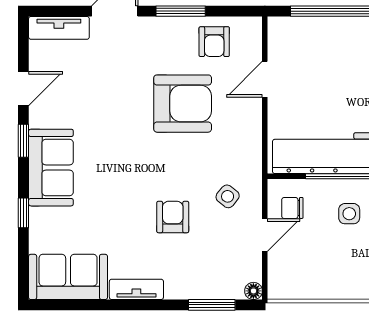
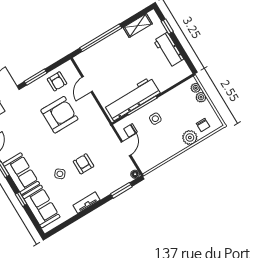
side table: (228, 196) -> (60, 174), moved
sofa: (68, 277) -> (41, 206), moved, turned 90

